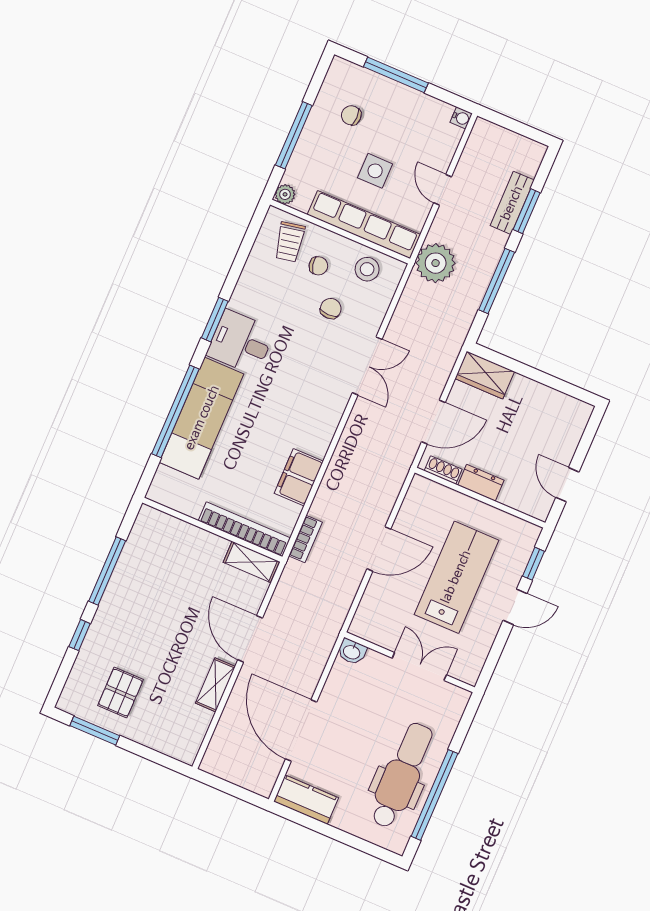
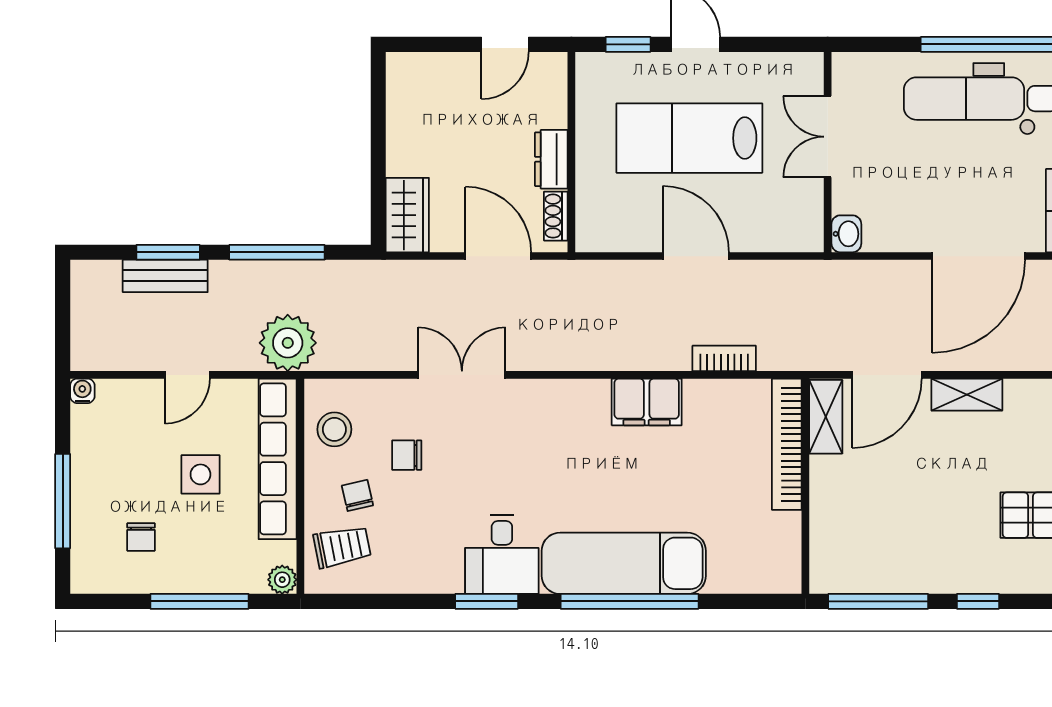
bookcase: (244, 529) -> (787, 444), moved
wall: (212, 530) -> (805, 486), moved
shelving: (251, 562) -> (826, 417), moved

